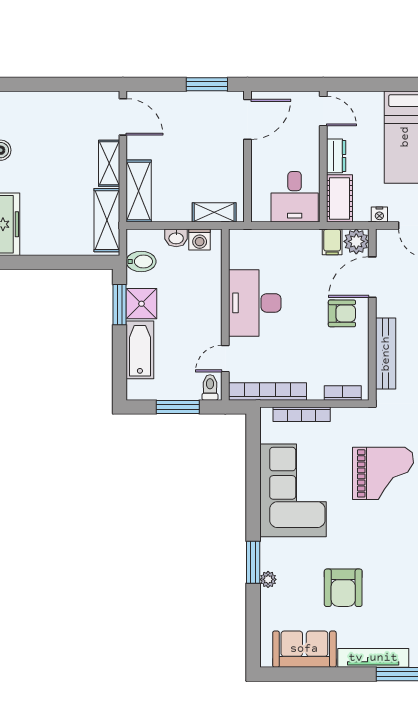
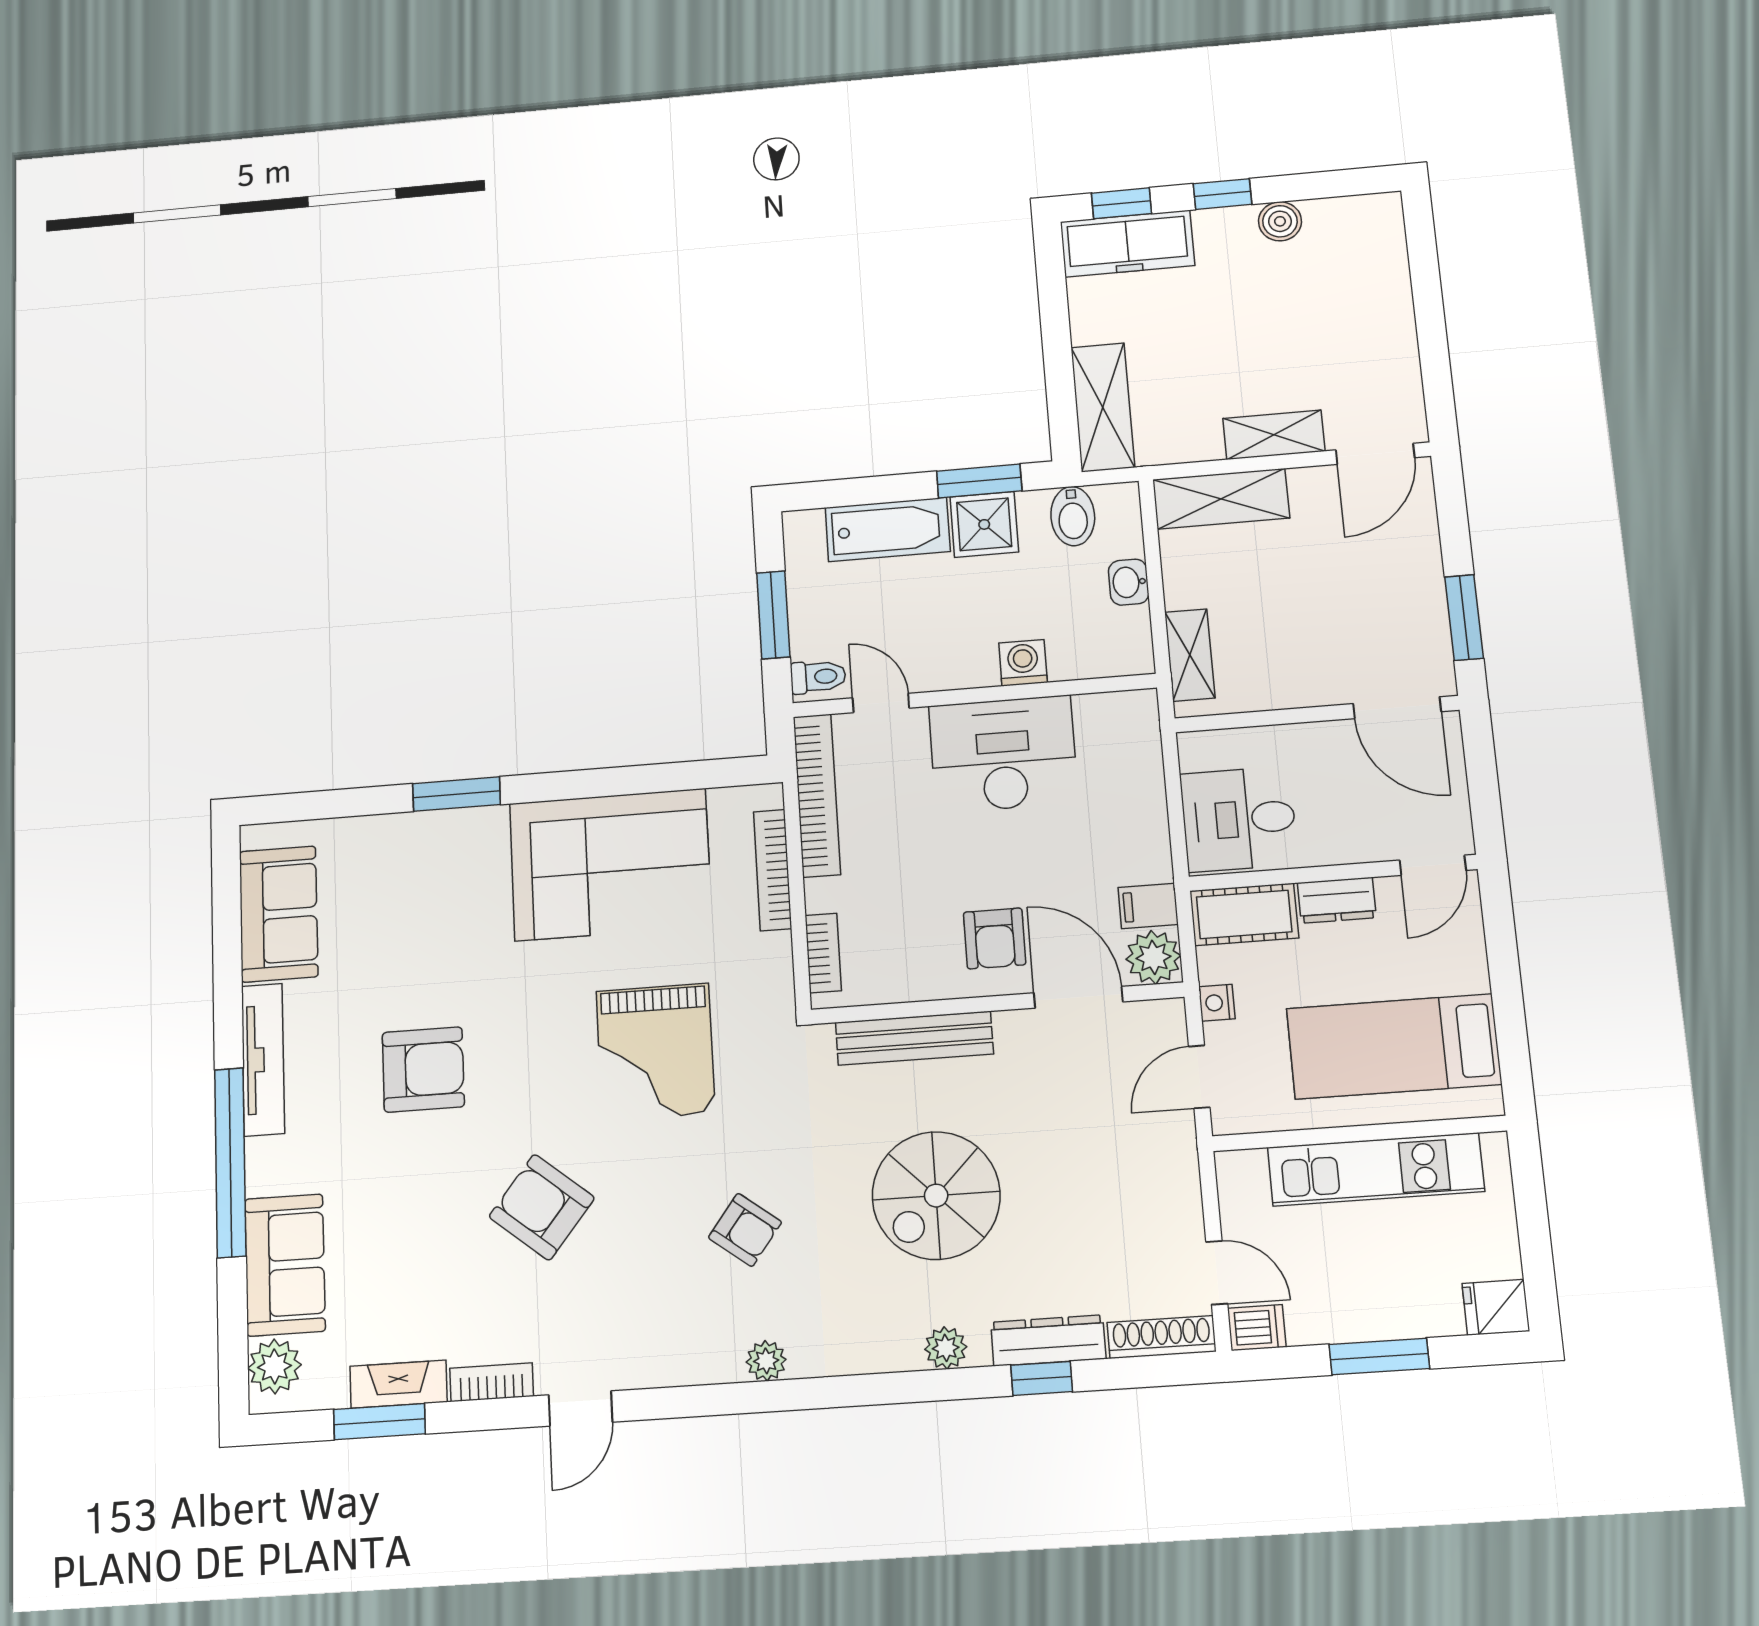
shelving: (107, 220) -> (1103, 407), moved, turned 90
washing machine: (200, 240) -> (1023, 663), moved, turned 90
plant: (268, 579) -> (422, 828), removed
armchair: (343, 588) -> (423, 1070), moved, turned 180

